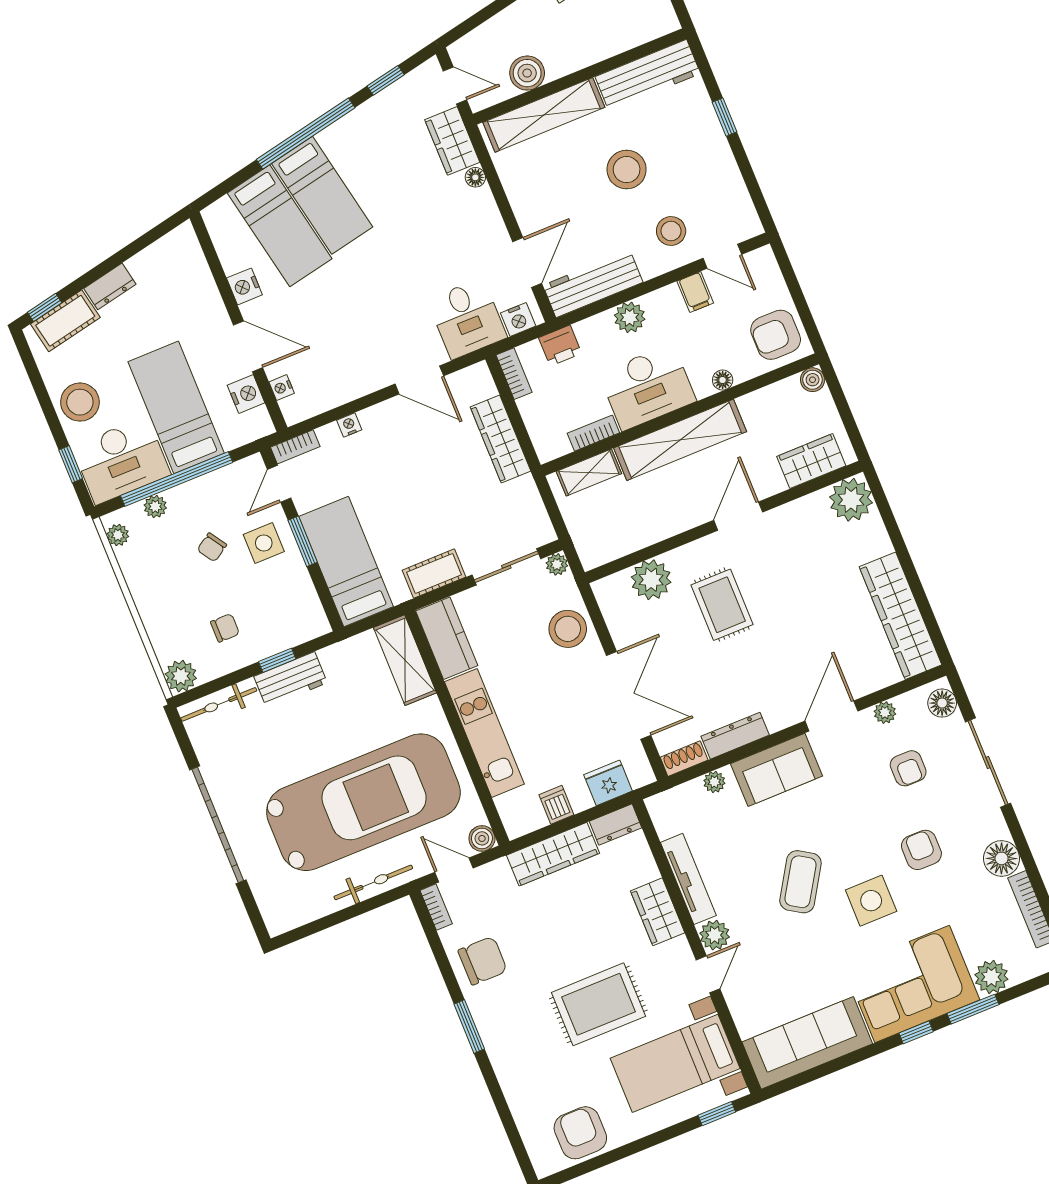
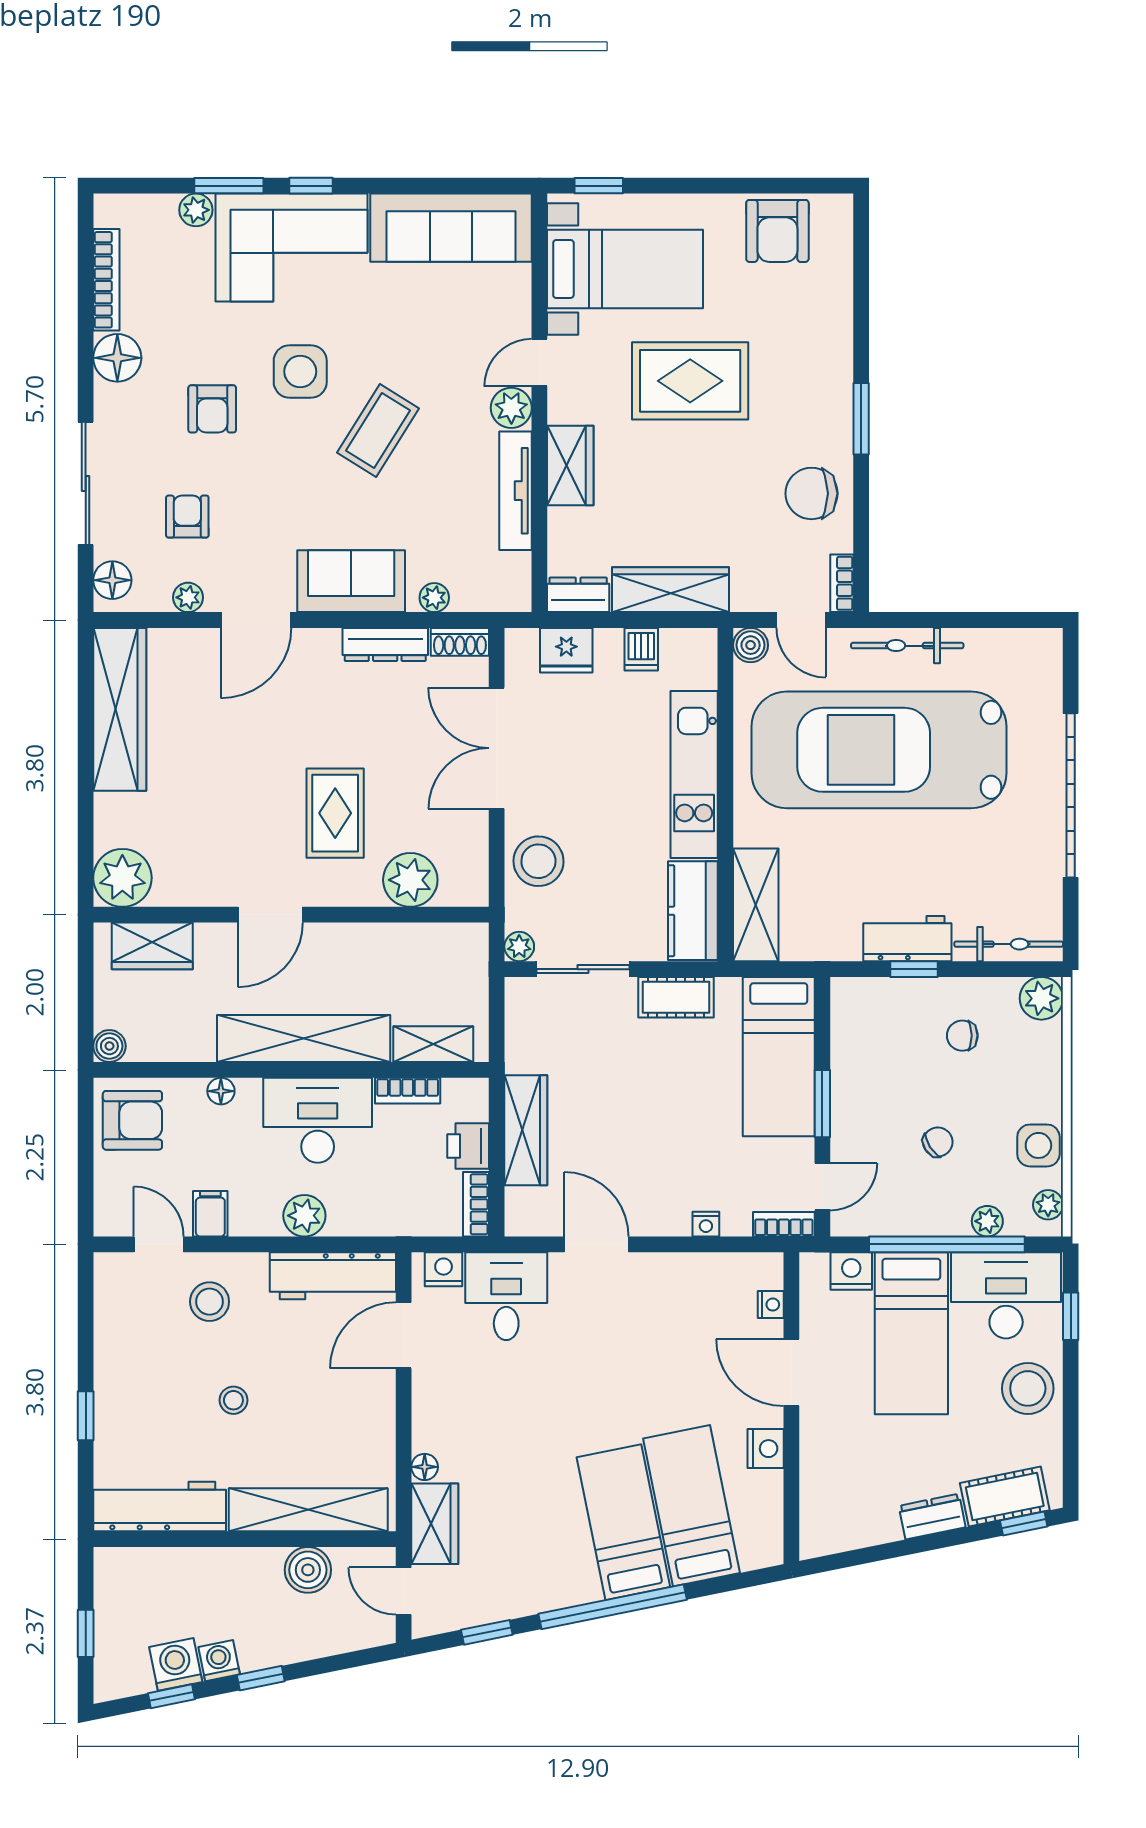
stool: (627, 170) -> (233, 1400), width x0.53, depth x0.53
printer: (560, 346) -> (468, 1146), moved, turned -90
nightstand: (246, 394) -> (851, 1271), moved, turned 90
side table: (264, 543) -> (1038, 1145), moved
plant: (991, 977) -> (196, 210), width x0.73, depth x0.73

